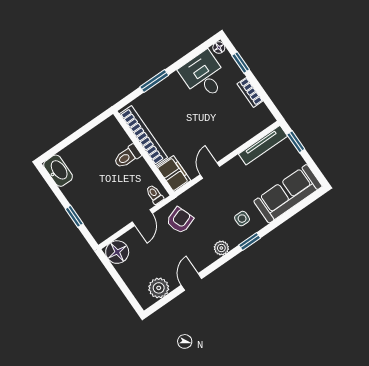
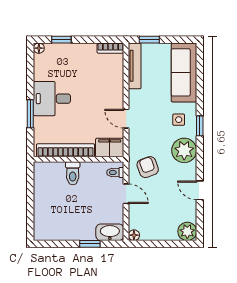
desk: (204, 76) -> (52, 99), moved
bookcase: (250, 92) -> (110, 48), moved
washbasin: (58, 171) -> (110, 232), moved
plant: (221, 248) -> (184, 150), width x1.88, depth x1.88
floor lamp: (117, 252) -> (134, 235), width x0.53, depth x0.53
plant: (159, 288) -> (187, 231), moved

